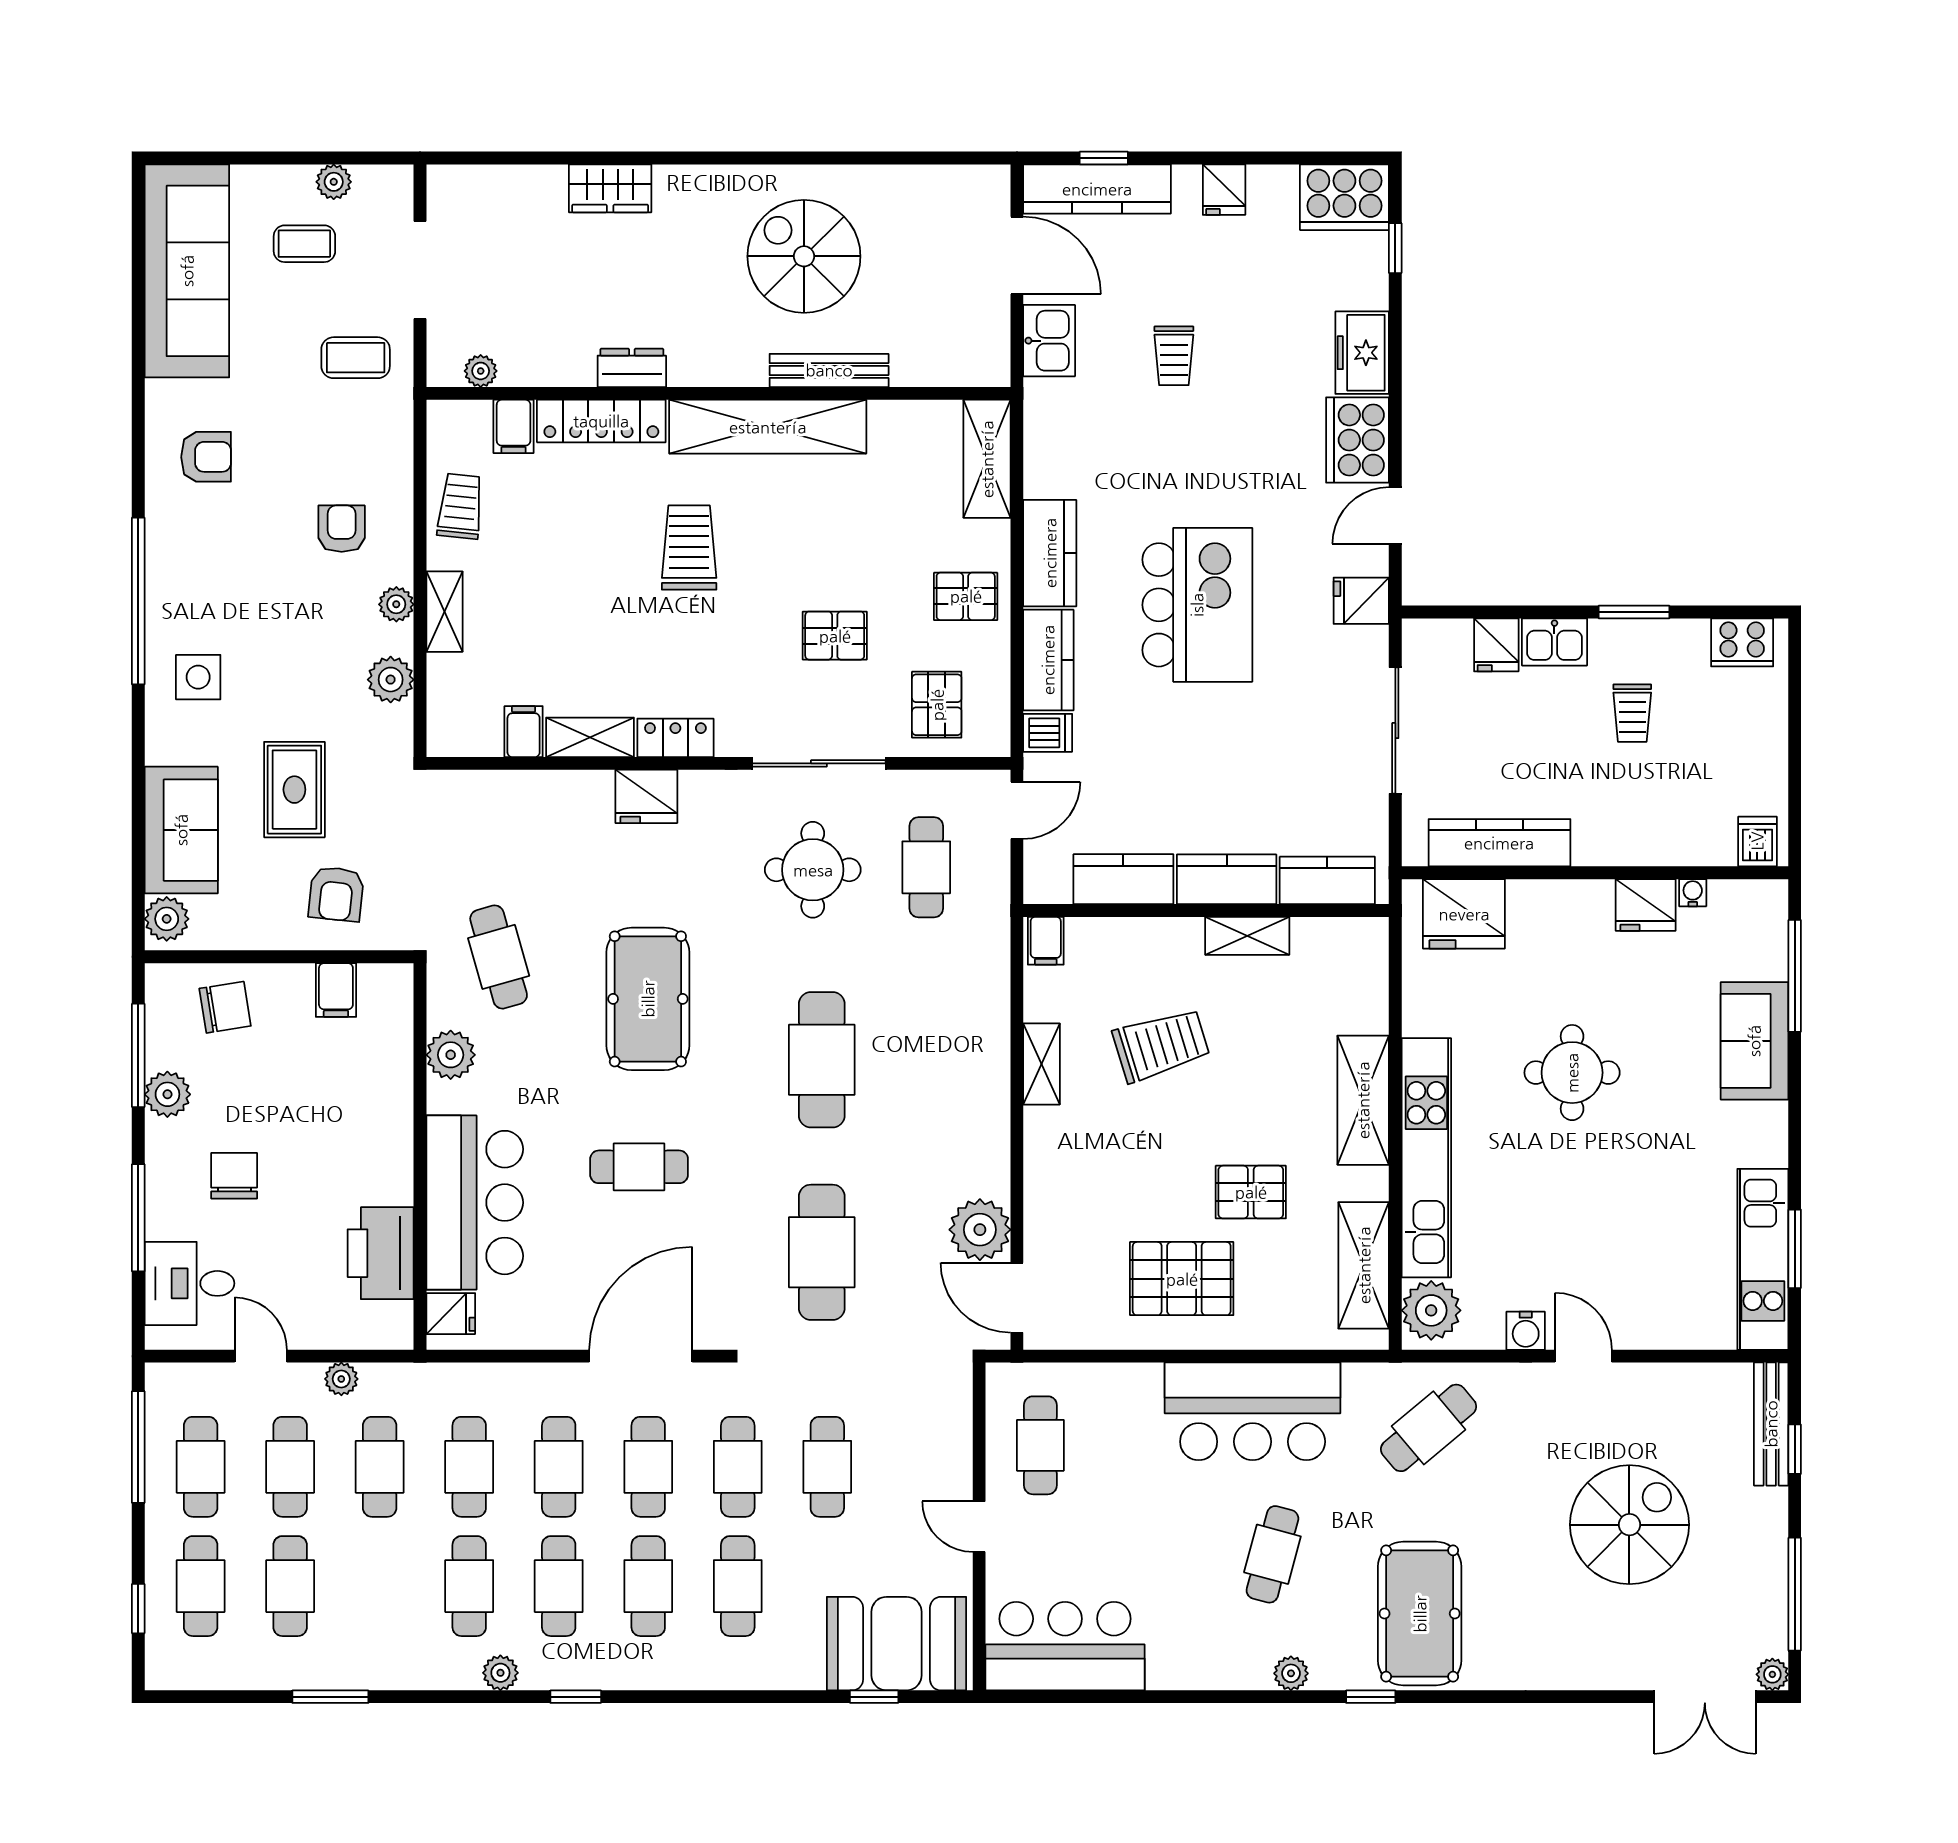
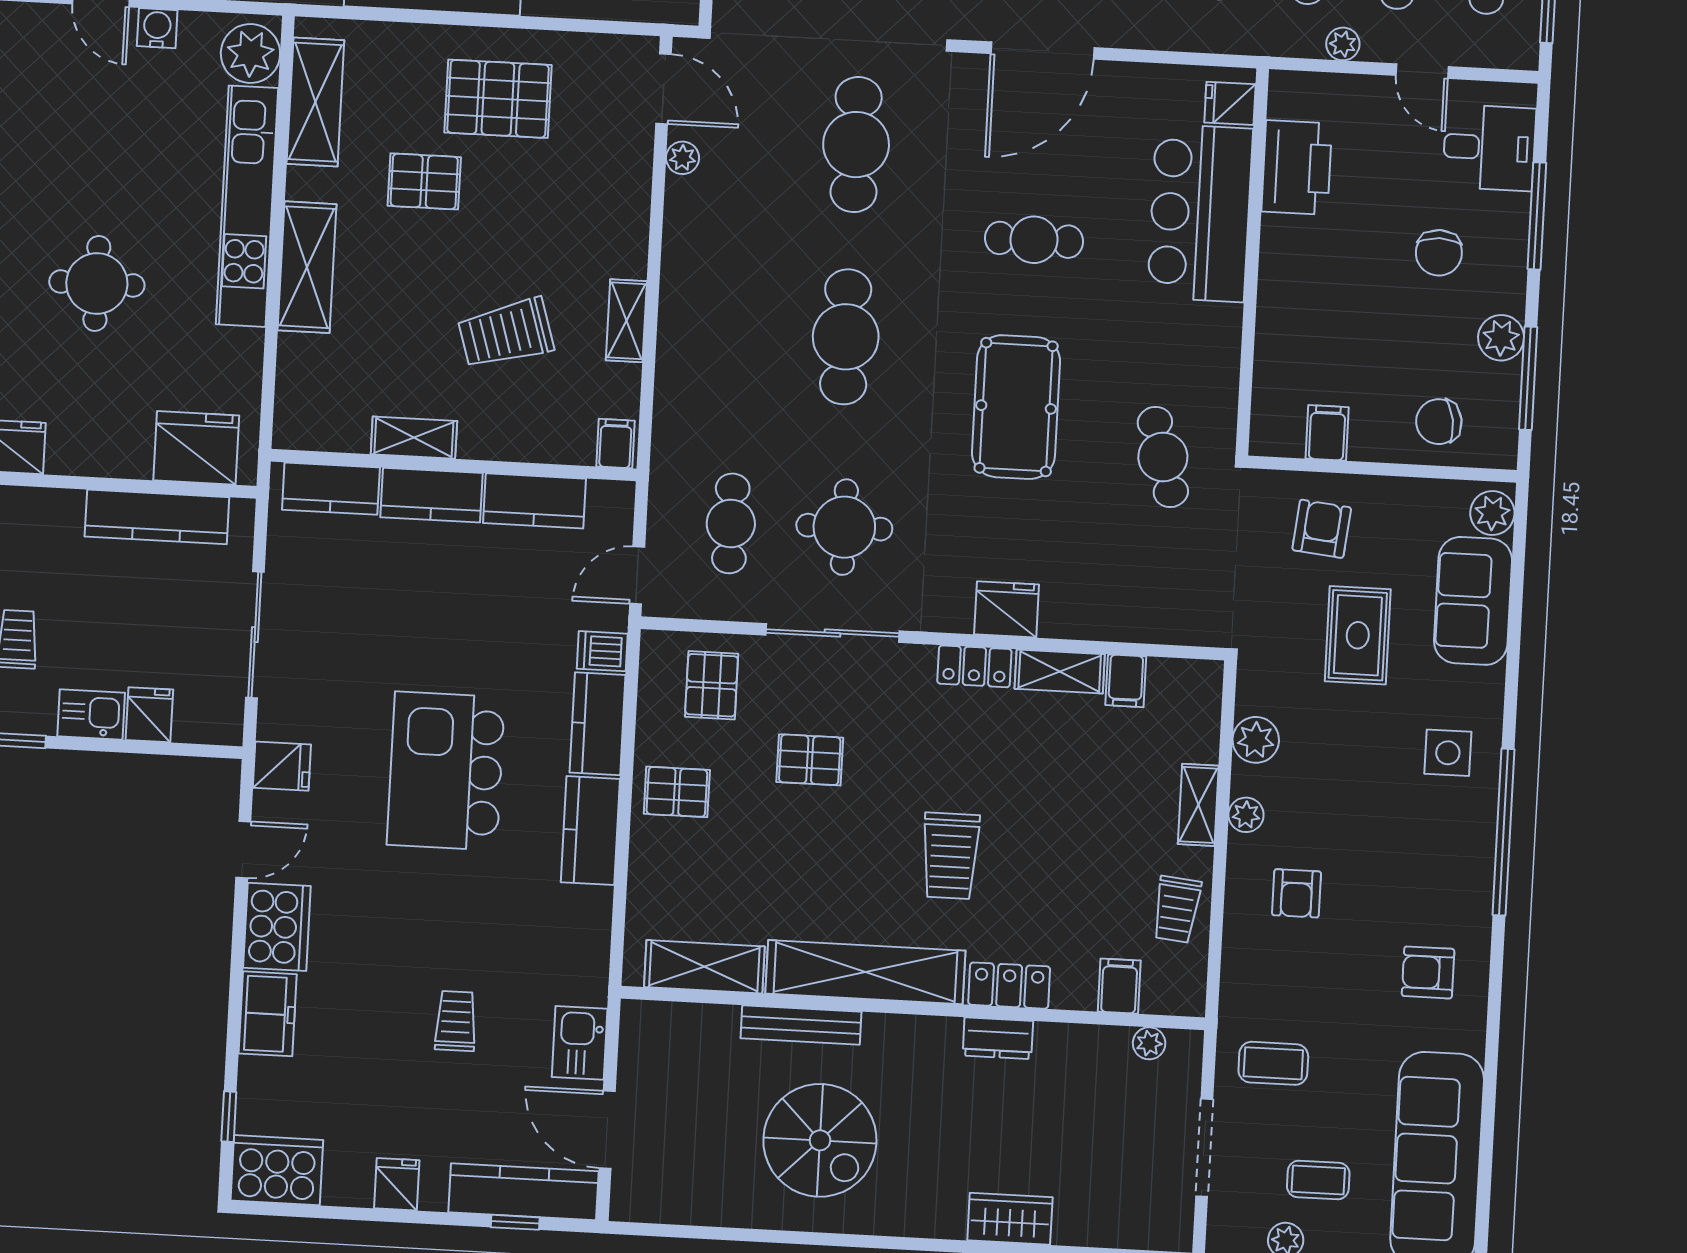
locker: (601, 421) -> (1009, 986), width x0.66
shelving: (987, 459) -> (704, 967), moved, turned 90
plant: (451, 1055) -> (1216, 362), removed
plant: (980, 1230) -> (683, 158), width x0.53, depth x0.53

